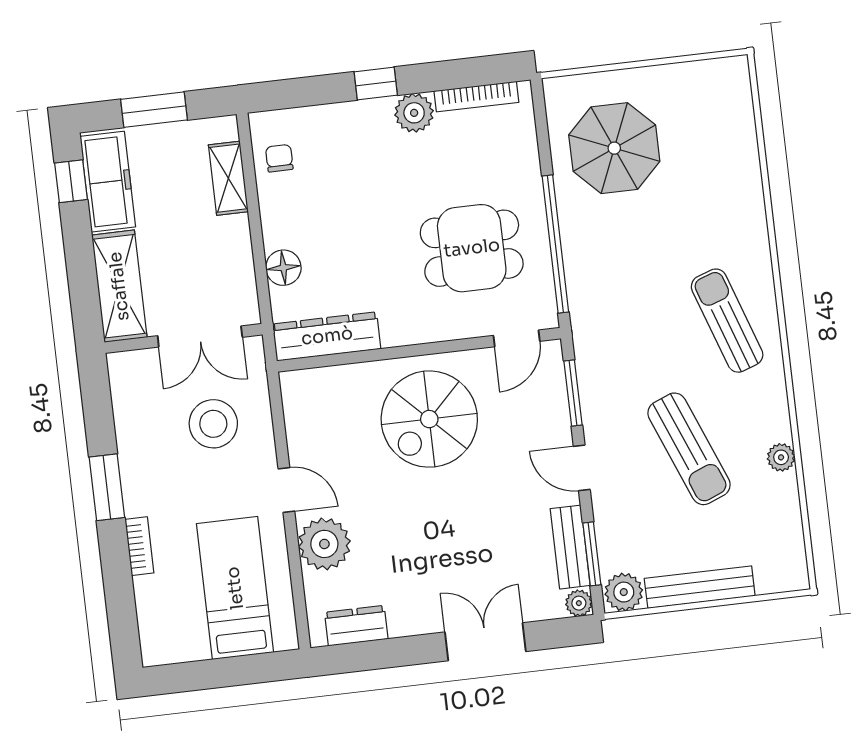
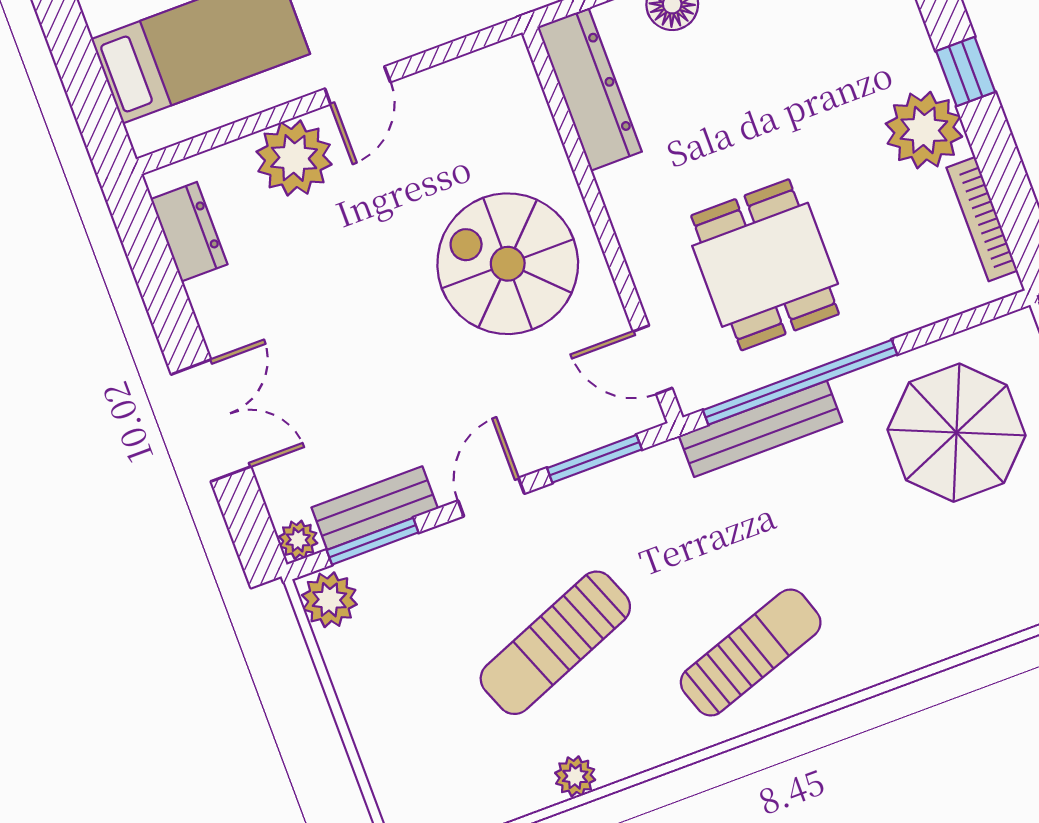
plant: (414, 113) -> (924, 130), width x1.36, depth x1.36
bench: (700, 587) -> (760, 429), moved, turned 90

